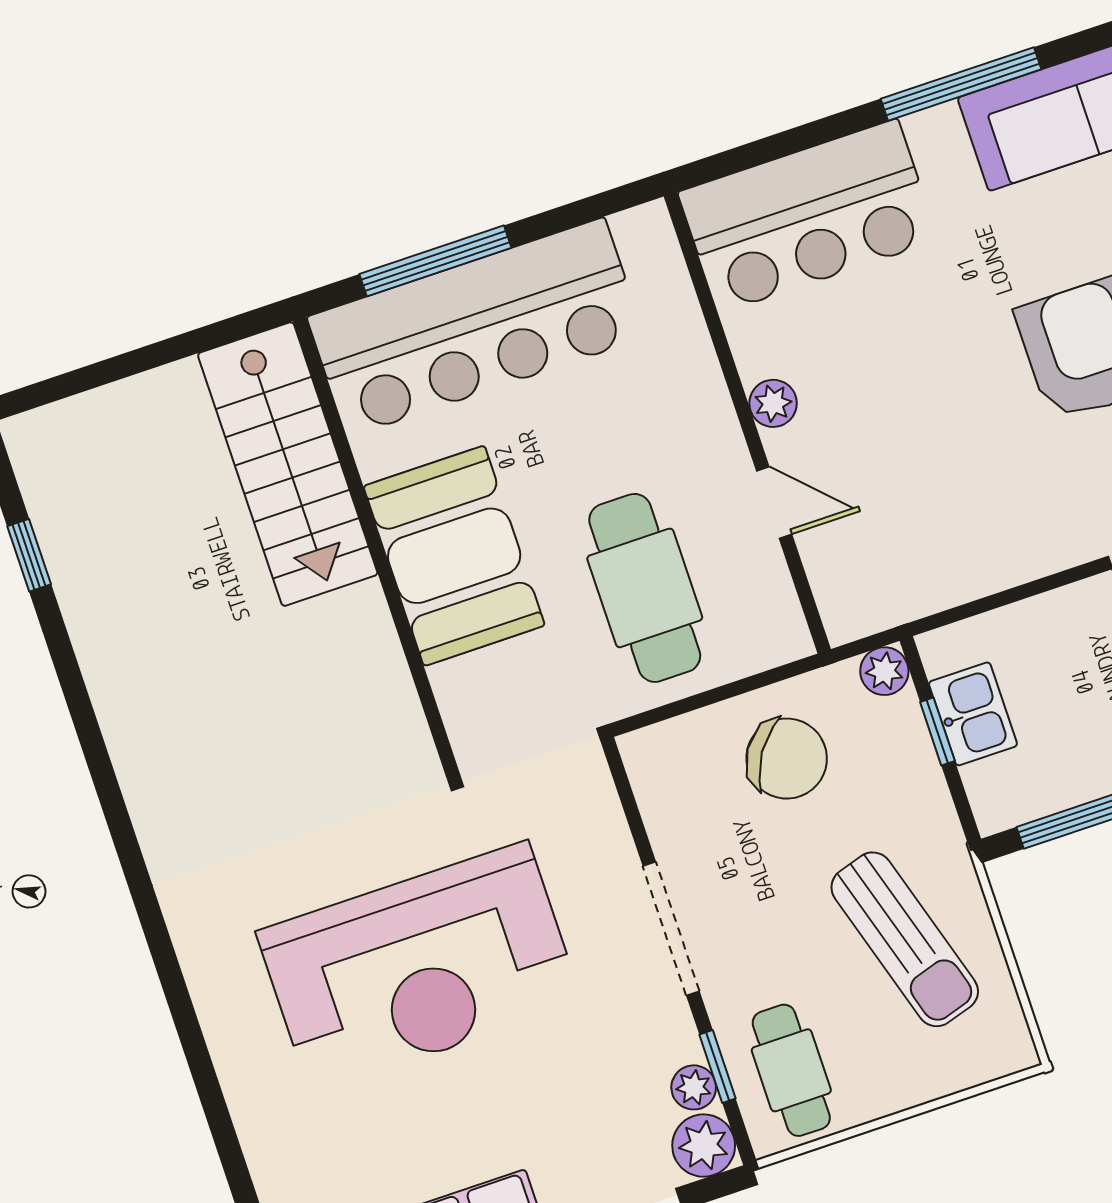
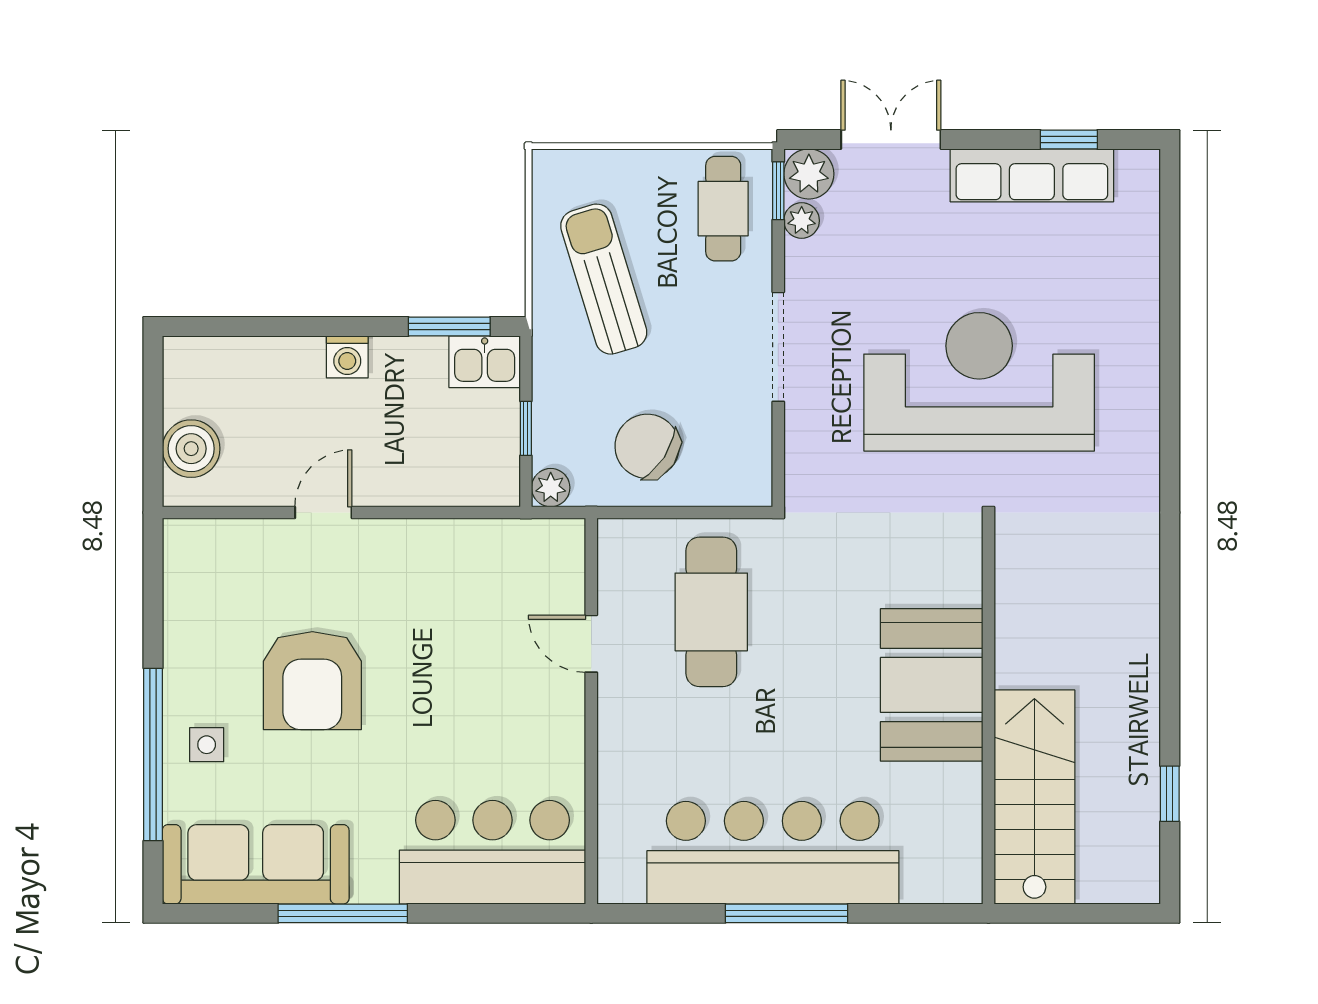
plant: (773, 403) -> (567, 719), removed
stairs: (288, 464) -> (1034, 797), moved
wall: (376, 548) -> (988, 711), moved
booth: (454, 556) -> (932, 685), moved
kitchen sink: (973, 714) -> (485, 362), moved, turned -90
window: (717, 1066) -> (778, 191), moved

